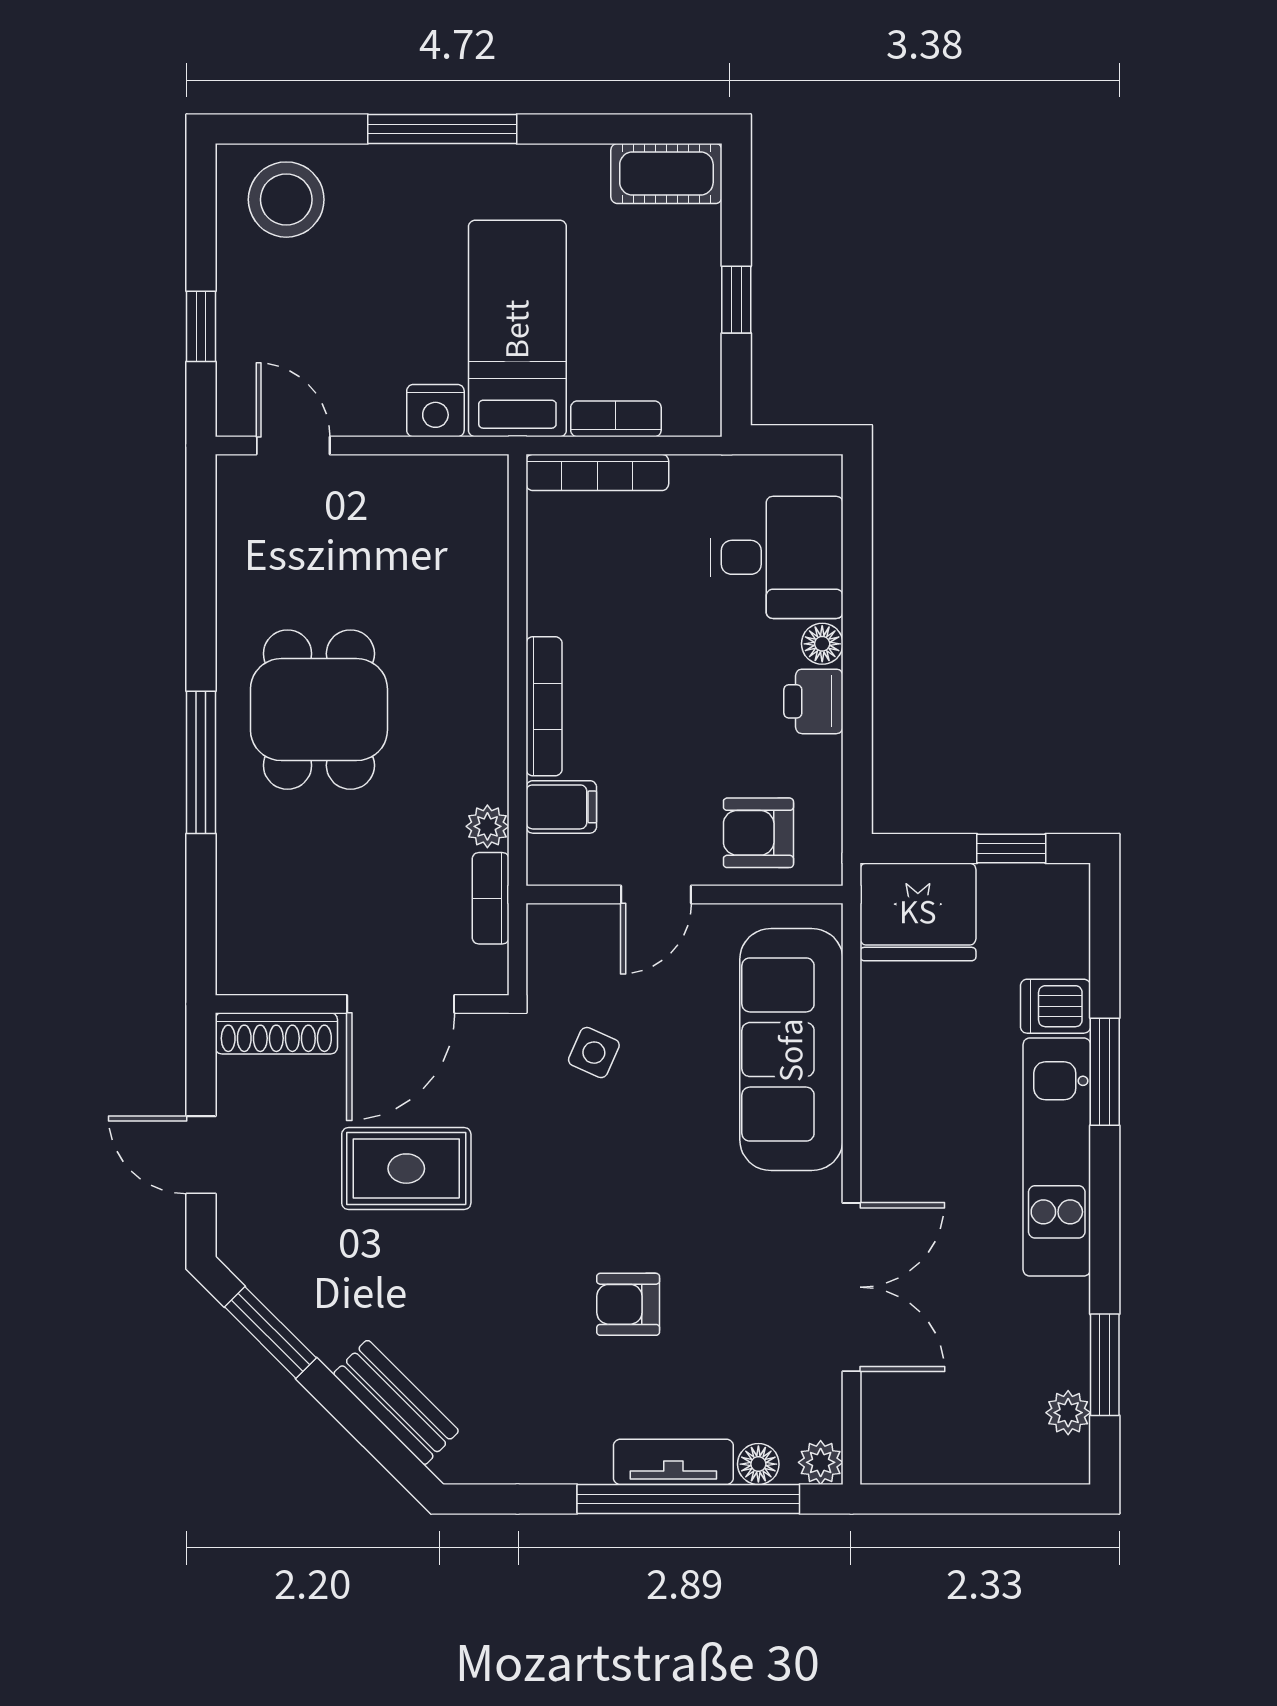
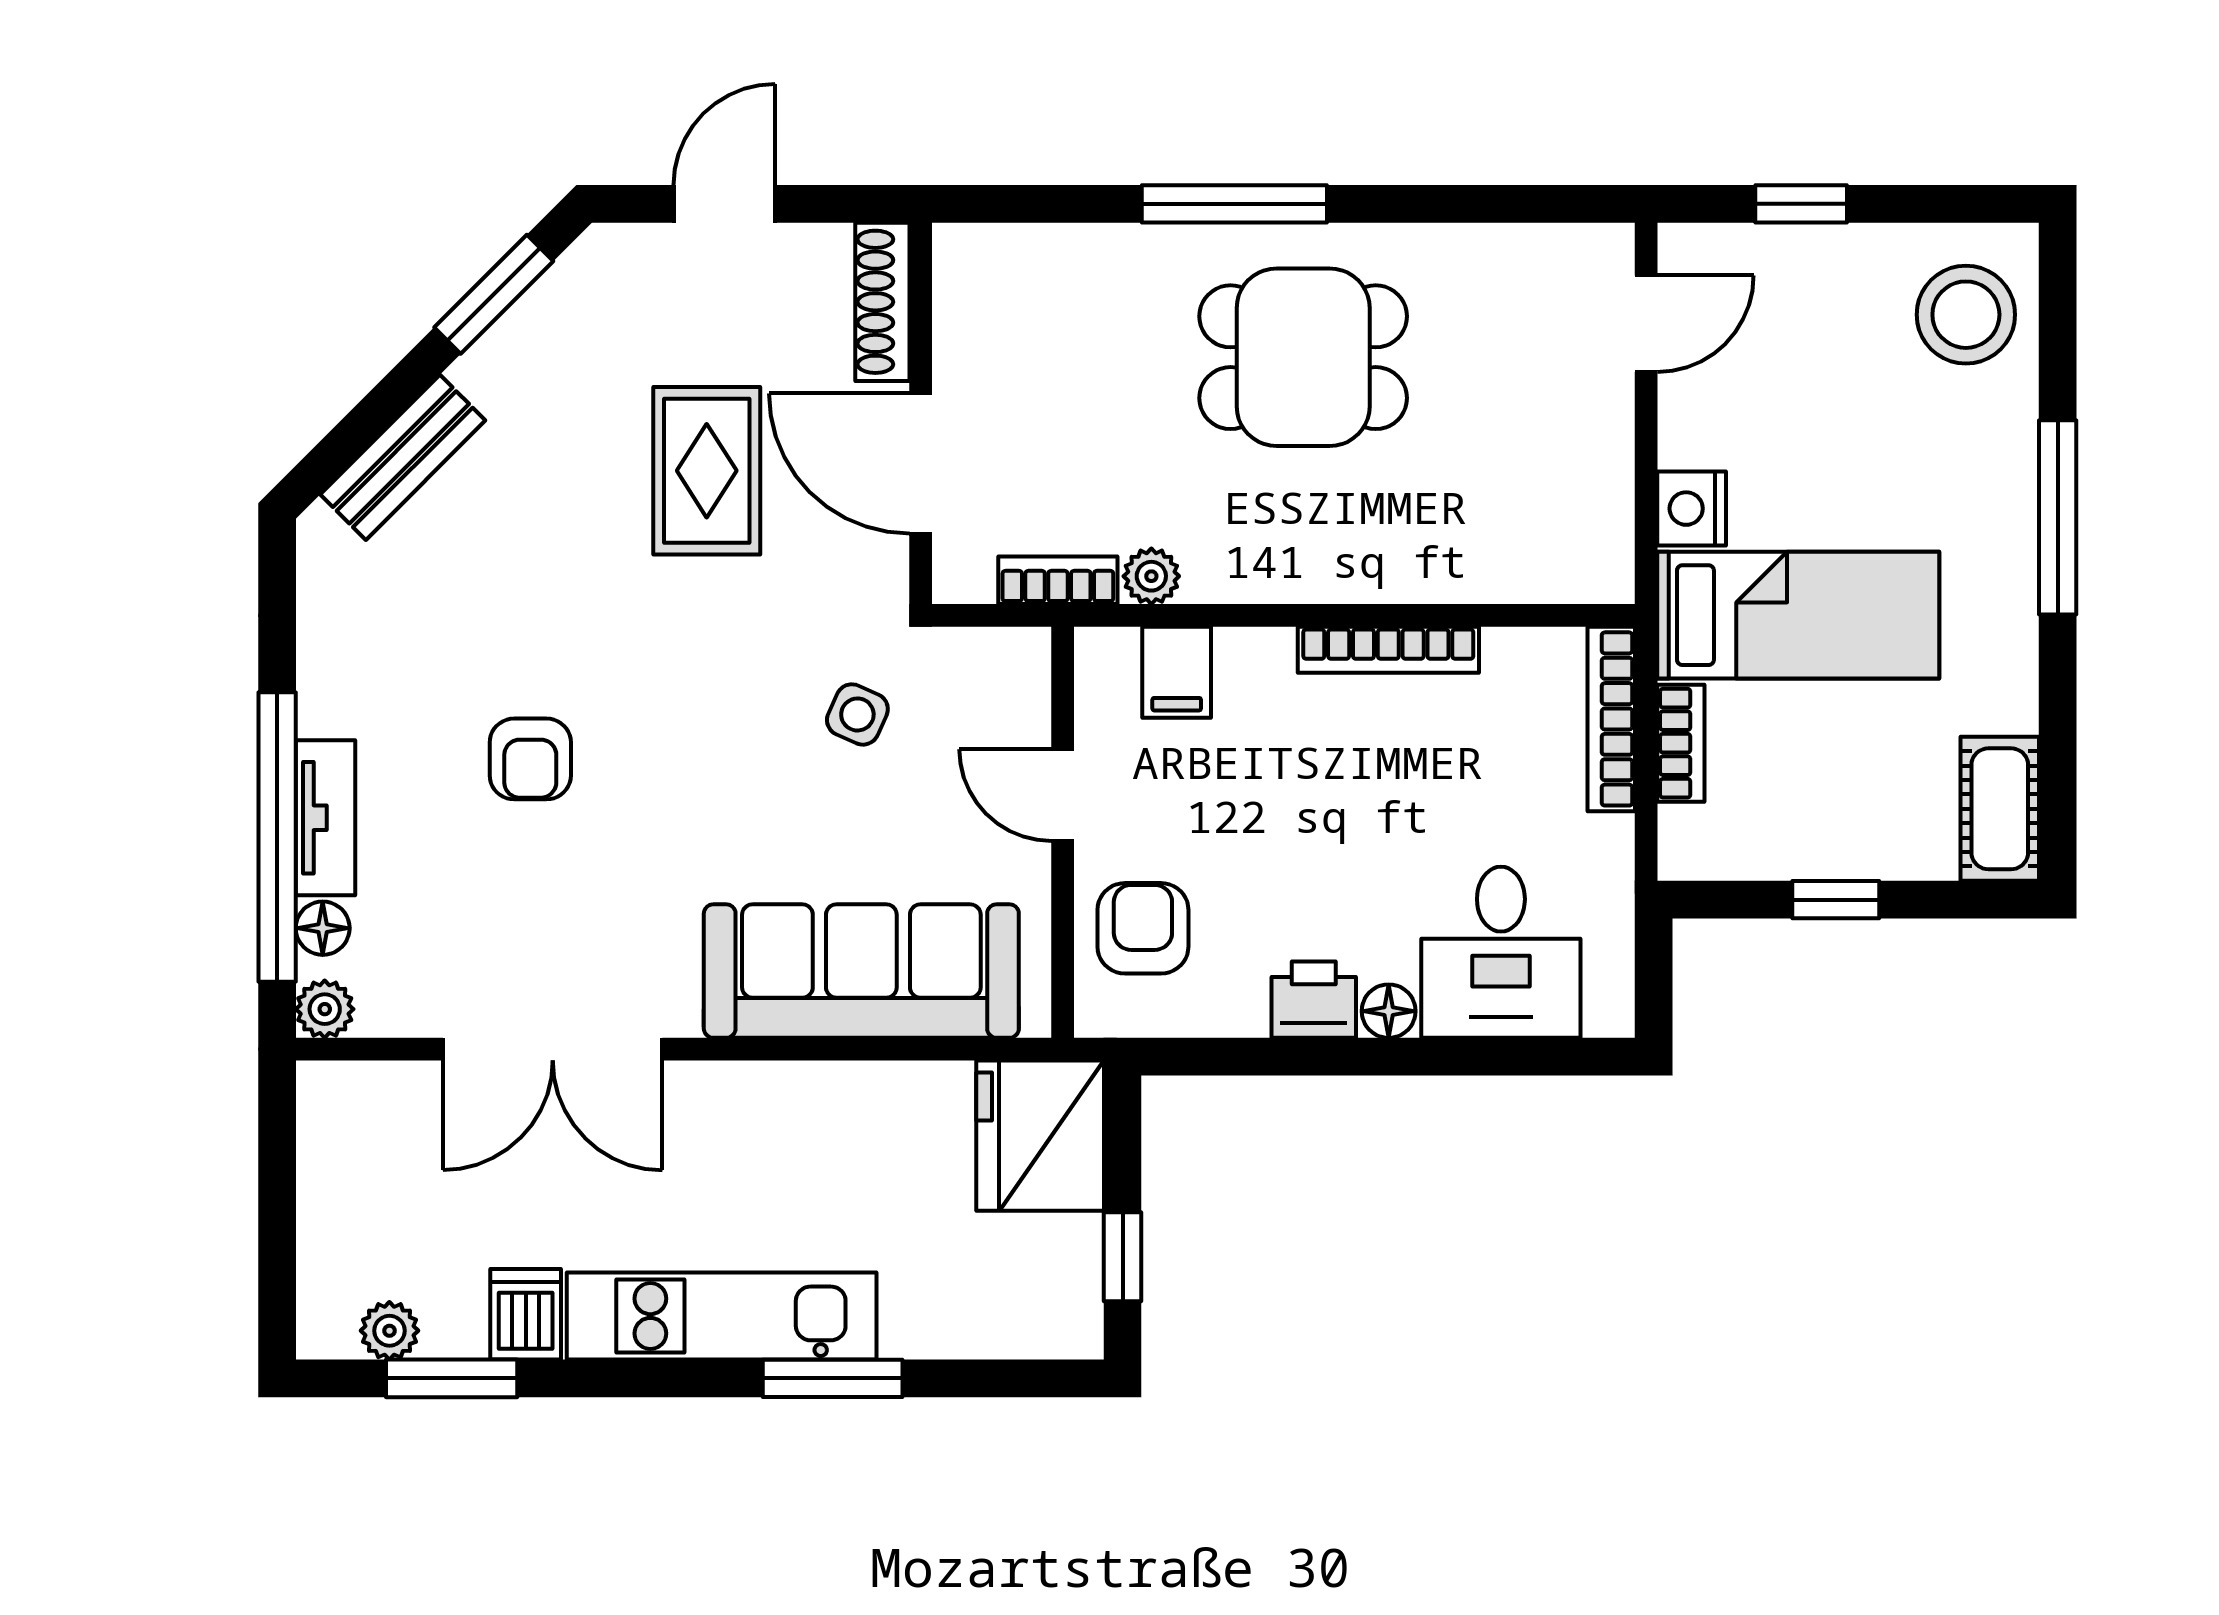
bookcase: (544, 706) -> (1388, 650), moved
dishwasher: (1055, 1006) -> (526, 1314), moved
armchair: (628, 1304) -> (530, 759), turned 180

